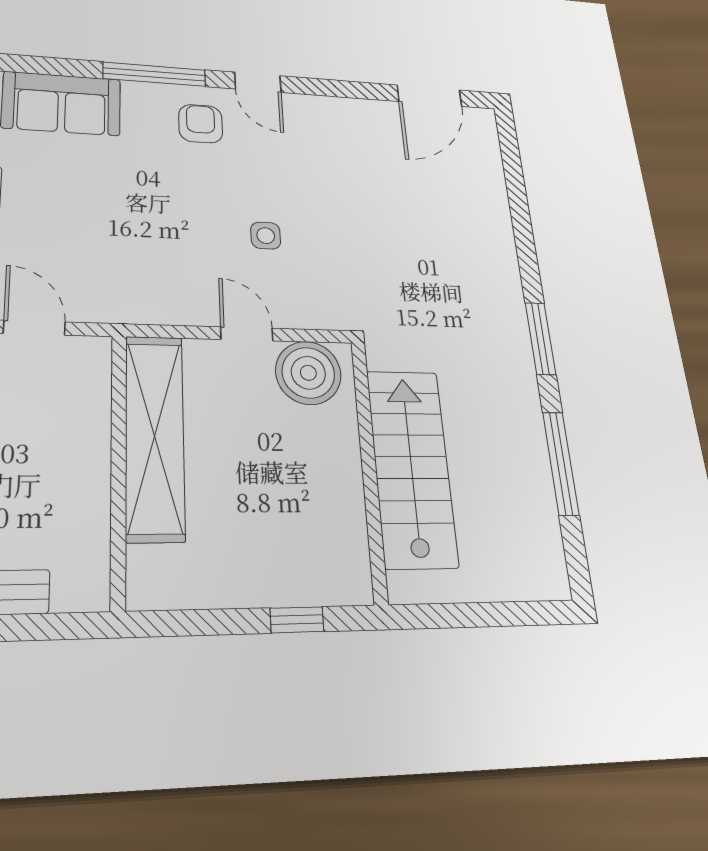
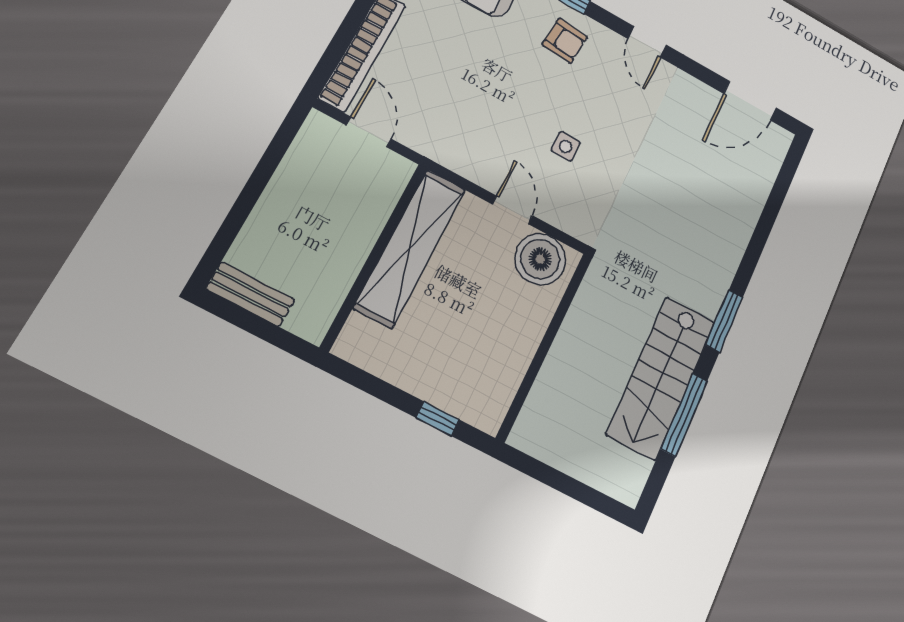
door: (258, 82) -> (647, 42), moved
armchair: (201, 124) -> (565, 41), turned 95
stairs: (412, 467) -> (661, 377), moved, turned 180

